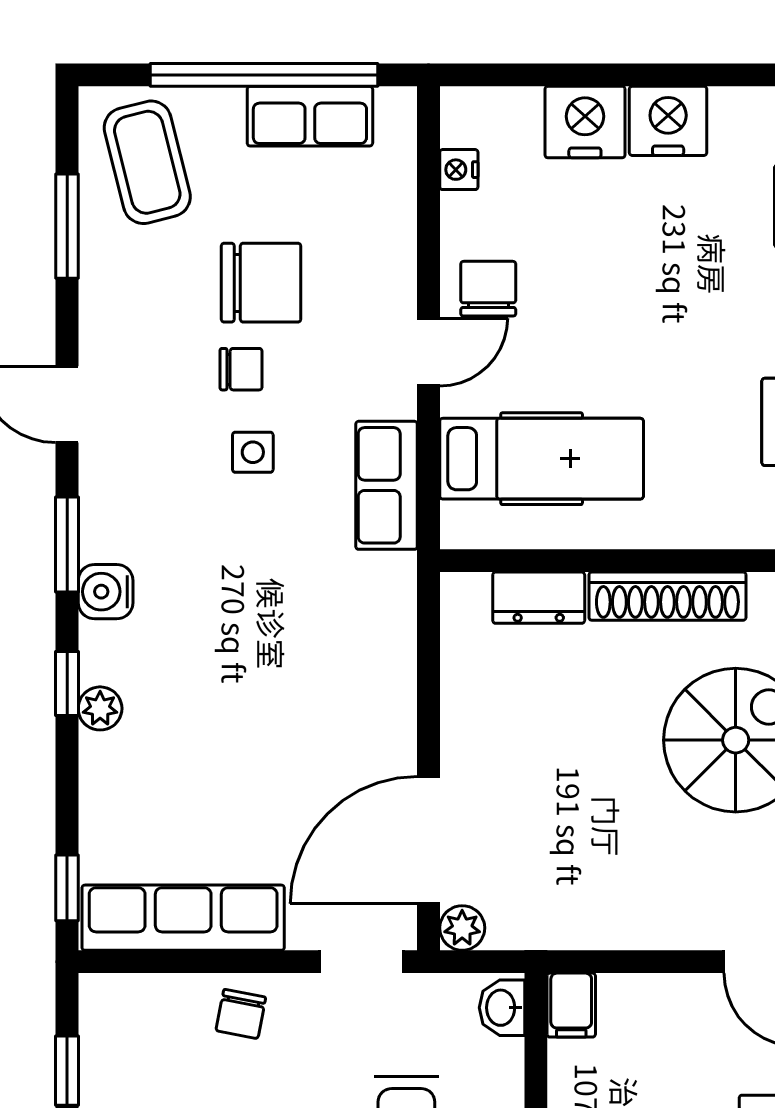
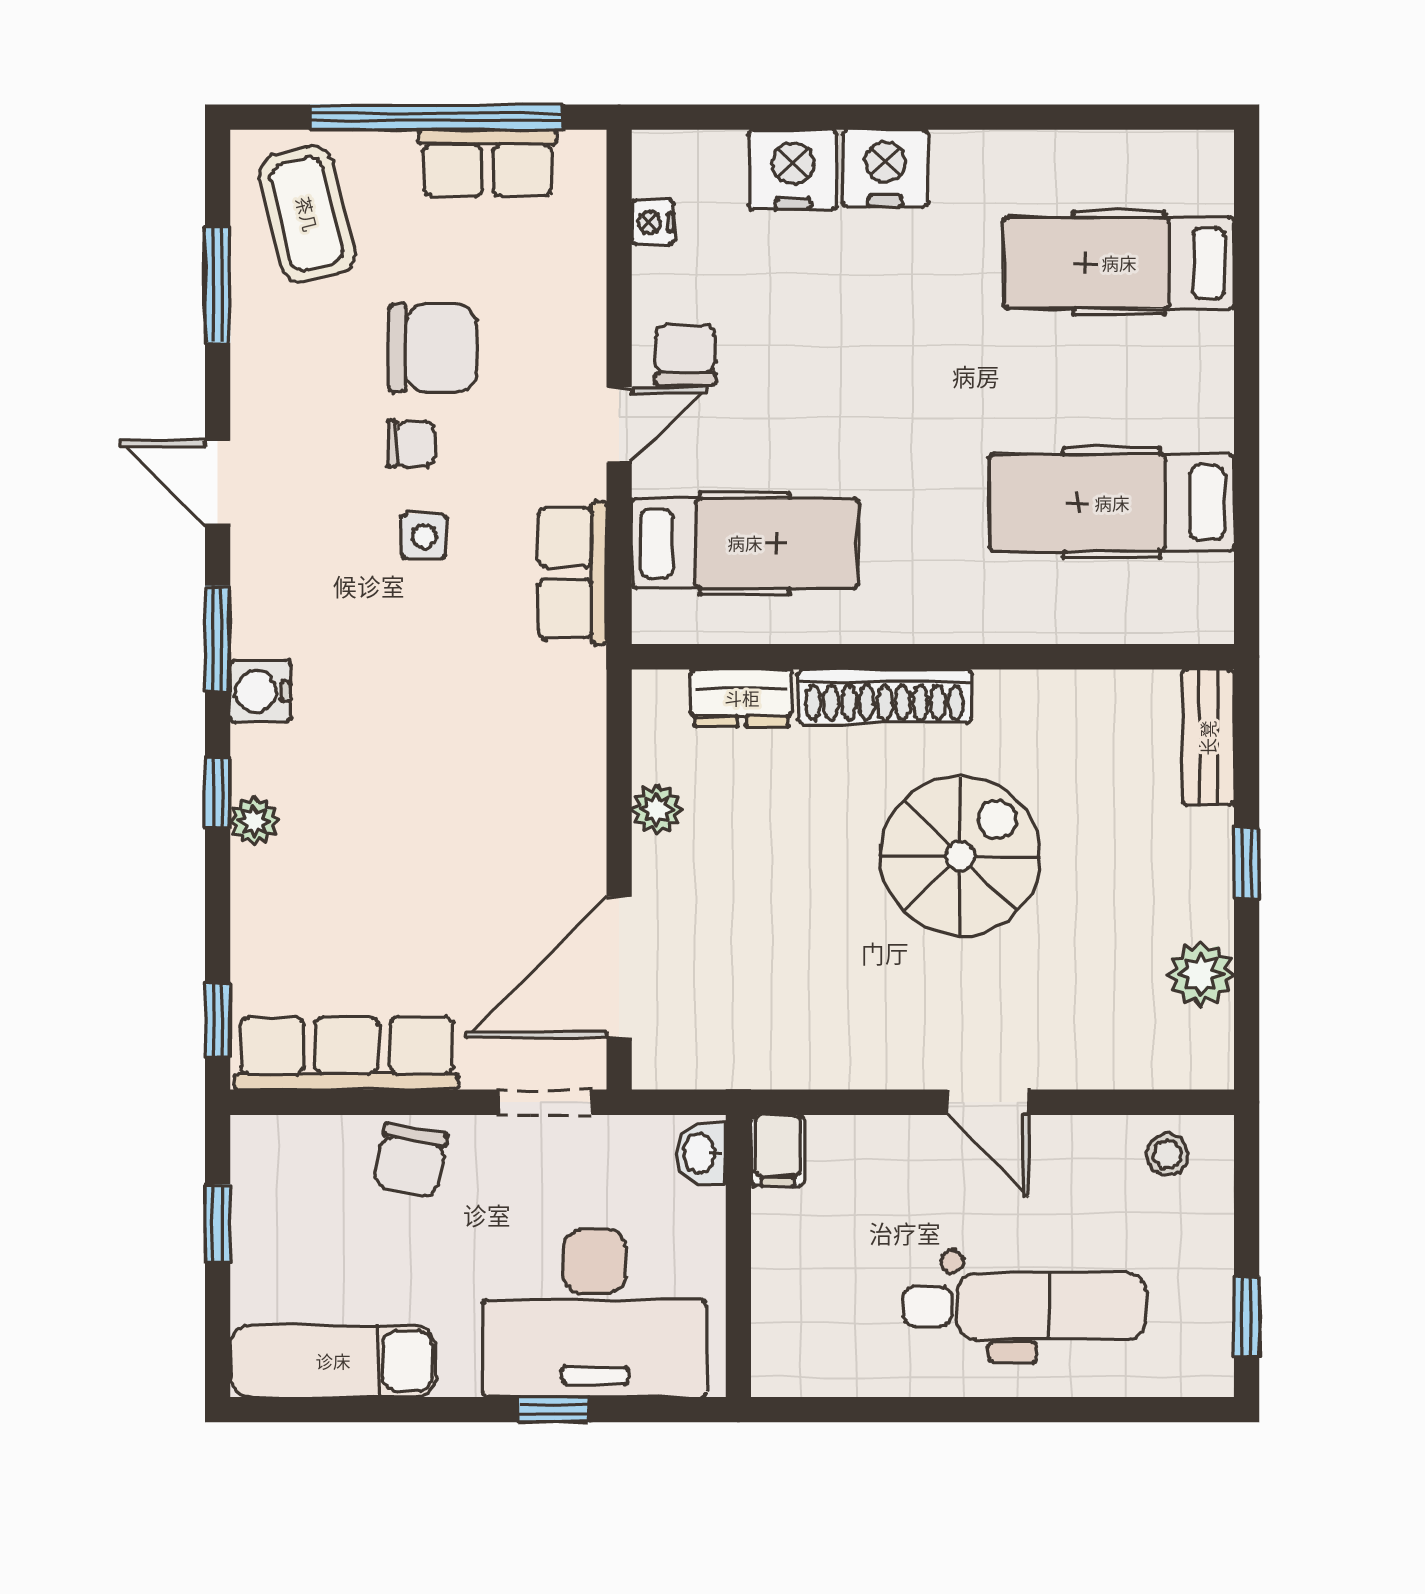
plant: (462, 928) -> (657, 809), moved
chair: (241, 1014) -> (411, 1160), width x1.37, depth x1.37

